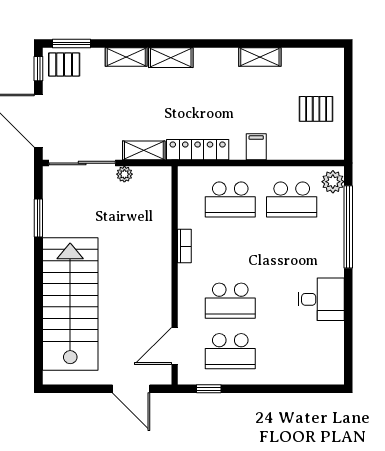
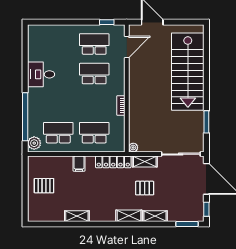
pallet: (64, 65) -> (145, 188), moved
plant: (124, 174) -> (133, 148), moved

